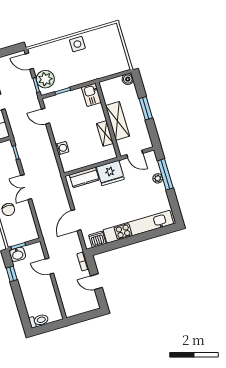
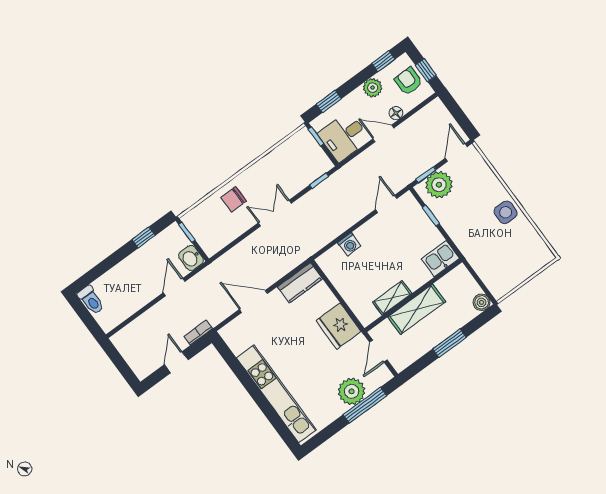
kitchen counter: (84, 177) -> (300, 283), moved, turned -90
plant: (158, 178) -> (352, 391), width x1.88, depth x1.88
dishwasher: (97, 239) -> (237, 342), removed
washbasin: (17, 254) -> (191, 258), moved

